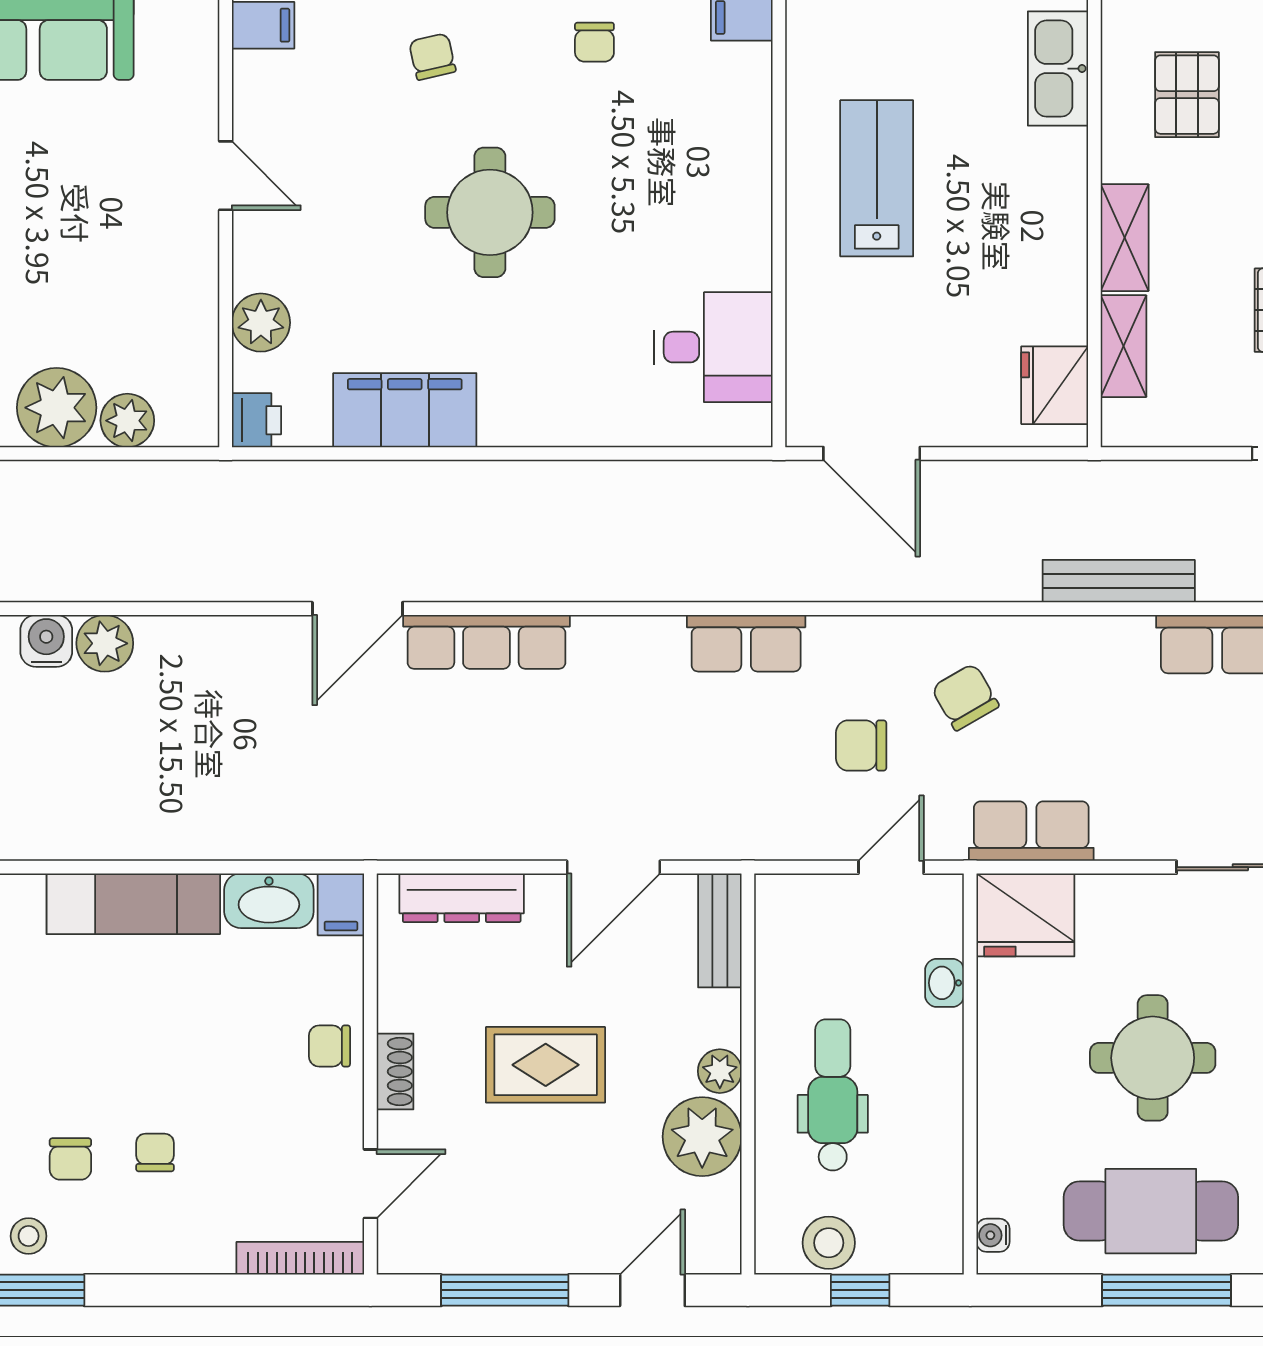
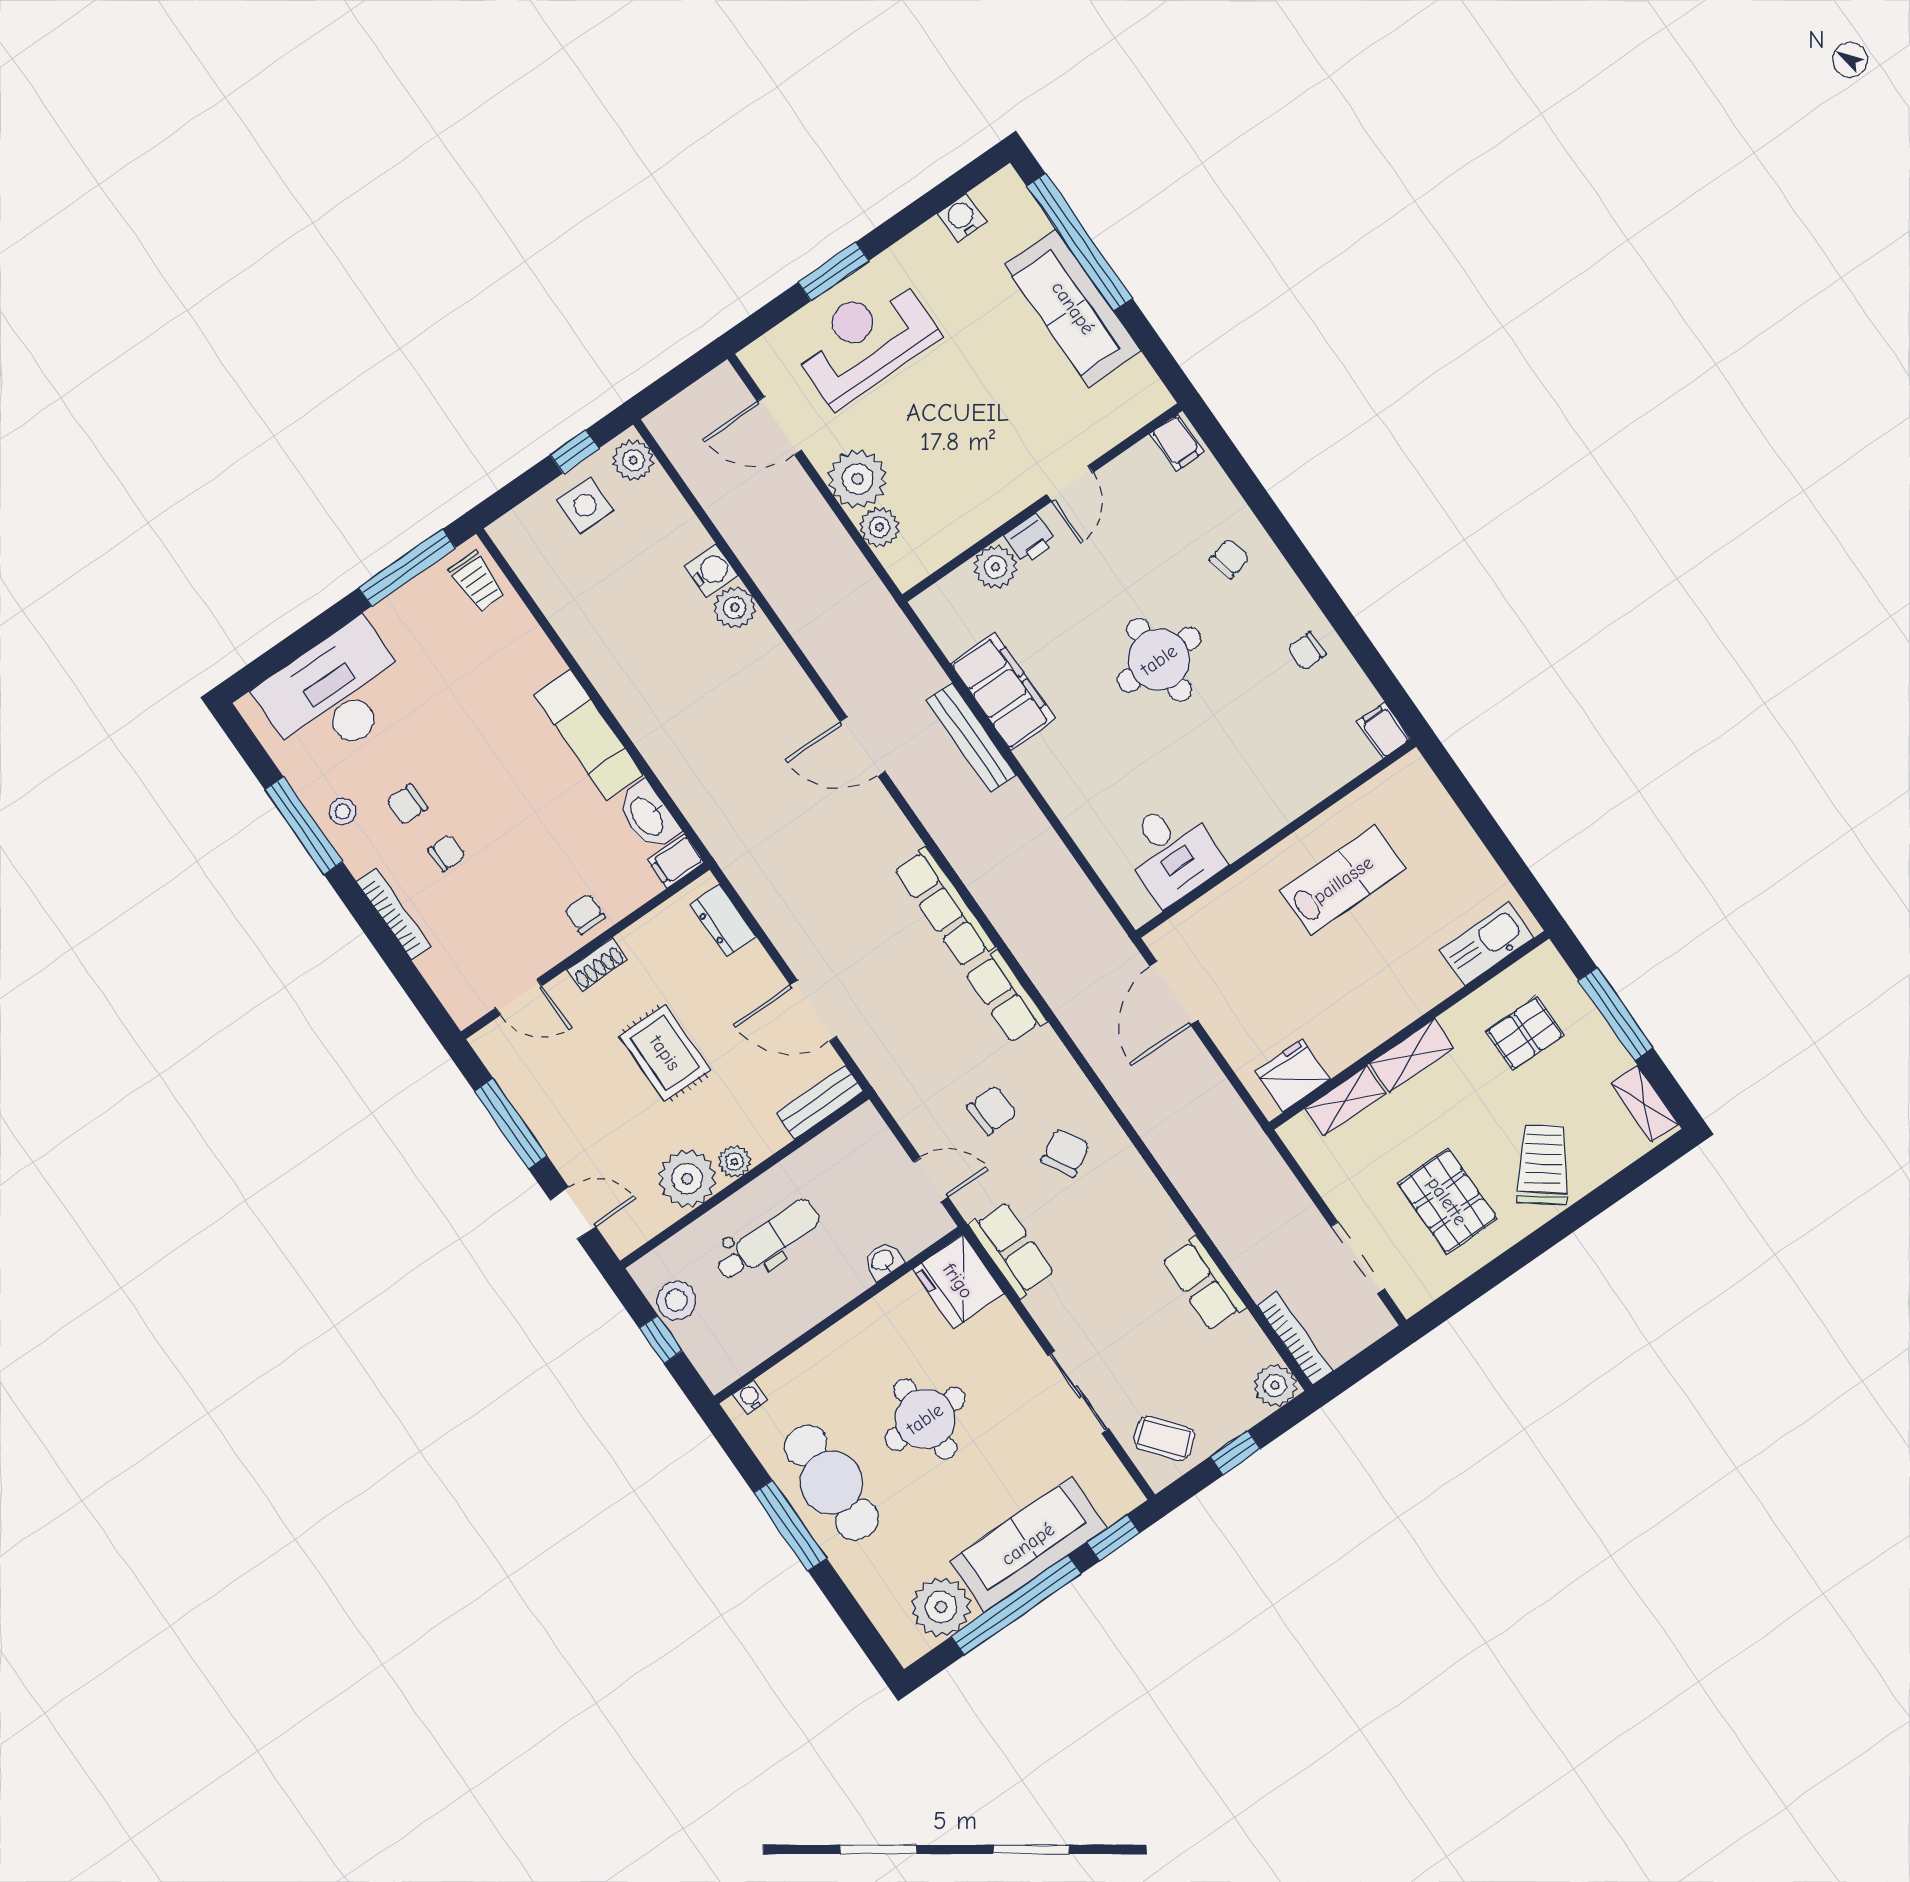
printer: (256, 420) -> (1030, 539), moved
bench: (1119, 581) -> (971, 737), moved
row of seats: (486, 642) -> (944, 907), moved
chair: (861, 745) -> (992, 1110), turned 88
dresser: (462, 898) -> (723, 920), width x0.70
bookcase: (300, 1258) -> (394, 914), moved

